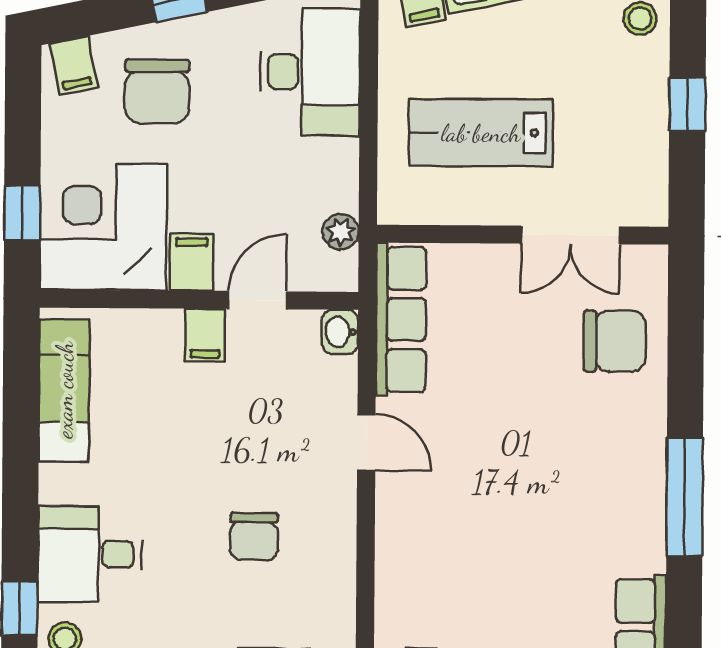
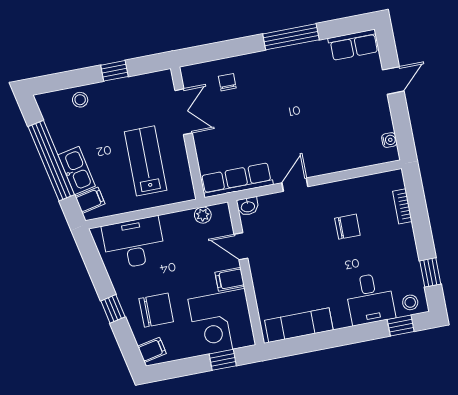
lab bench: (481, 133) -> (146, 161), turned 180
filing cabinet: (205, 335) -> (261, 267), removed
chair: (615, 341) -> (227, 82), width x0.54, depth x0.54

